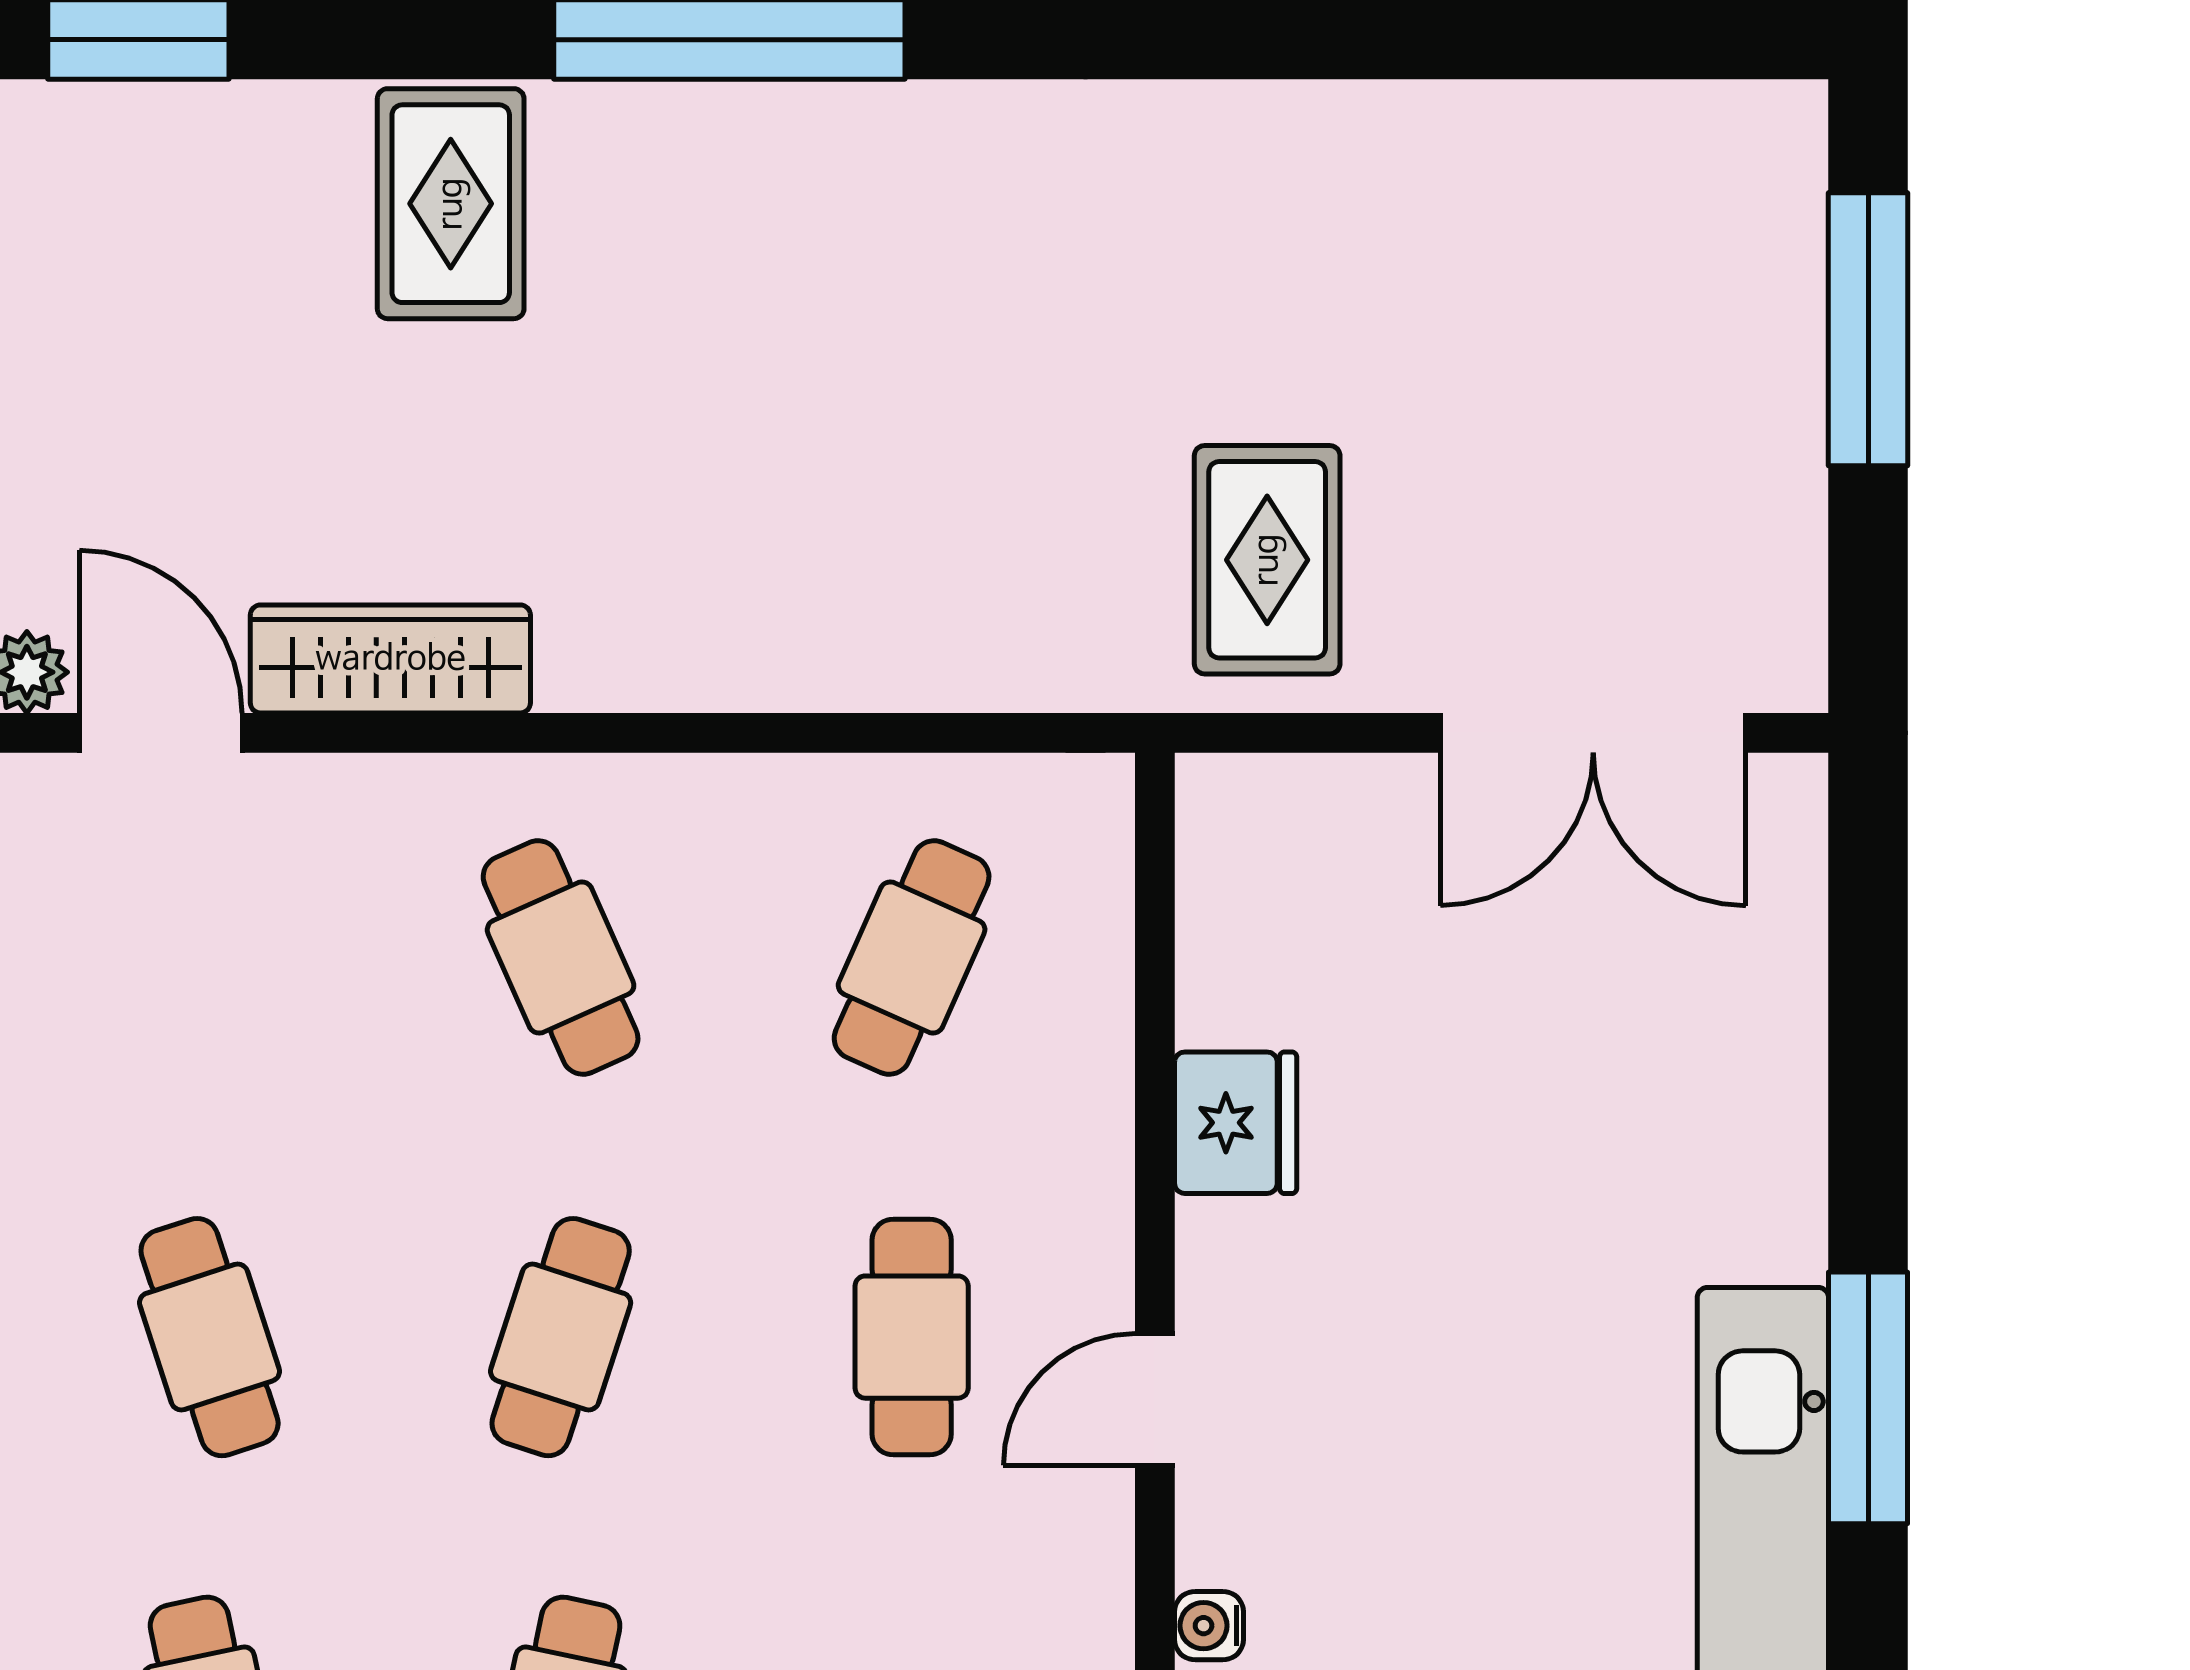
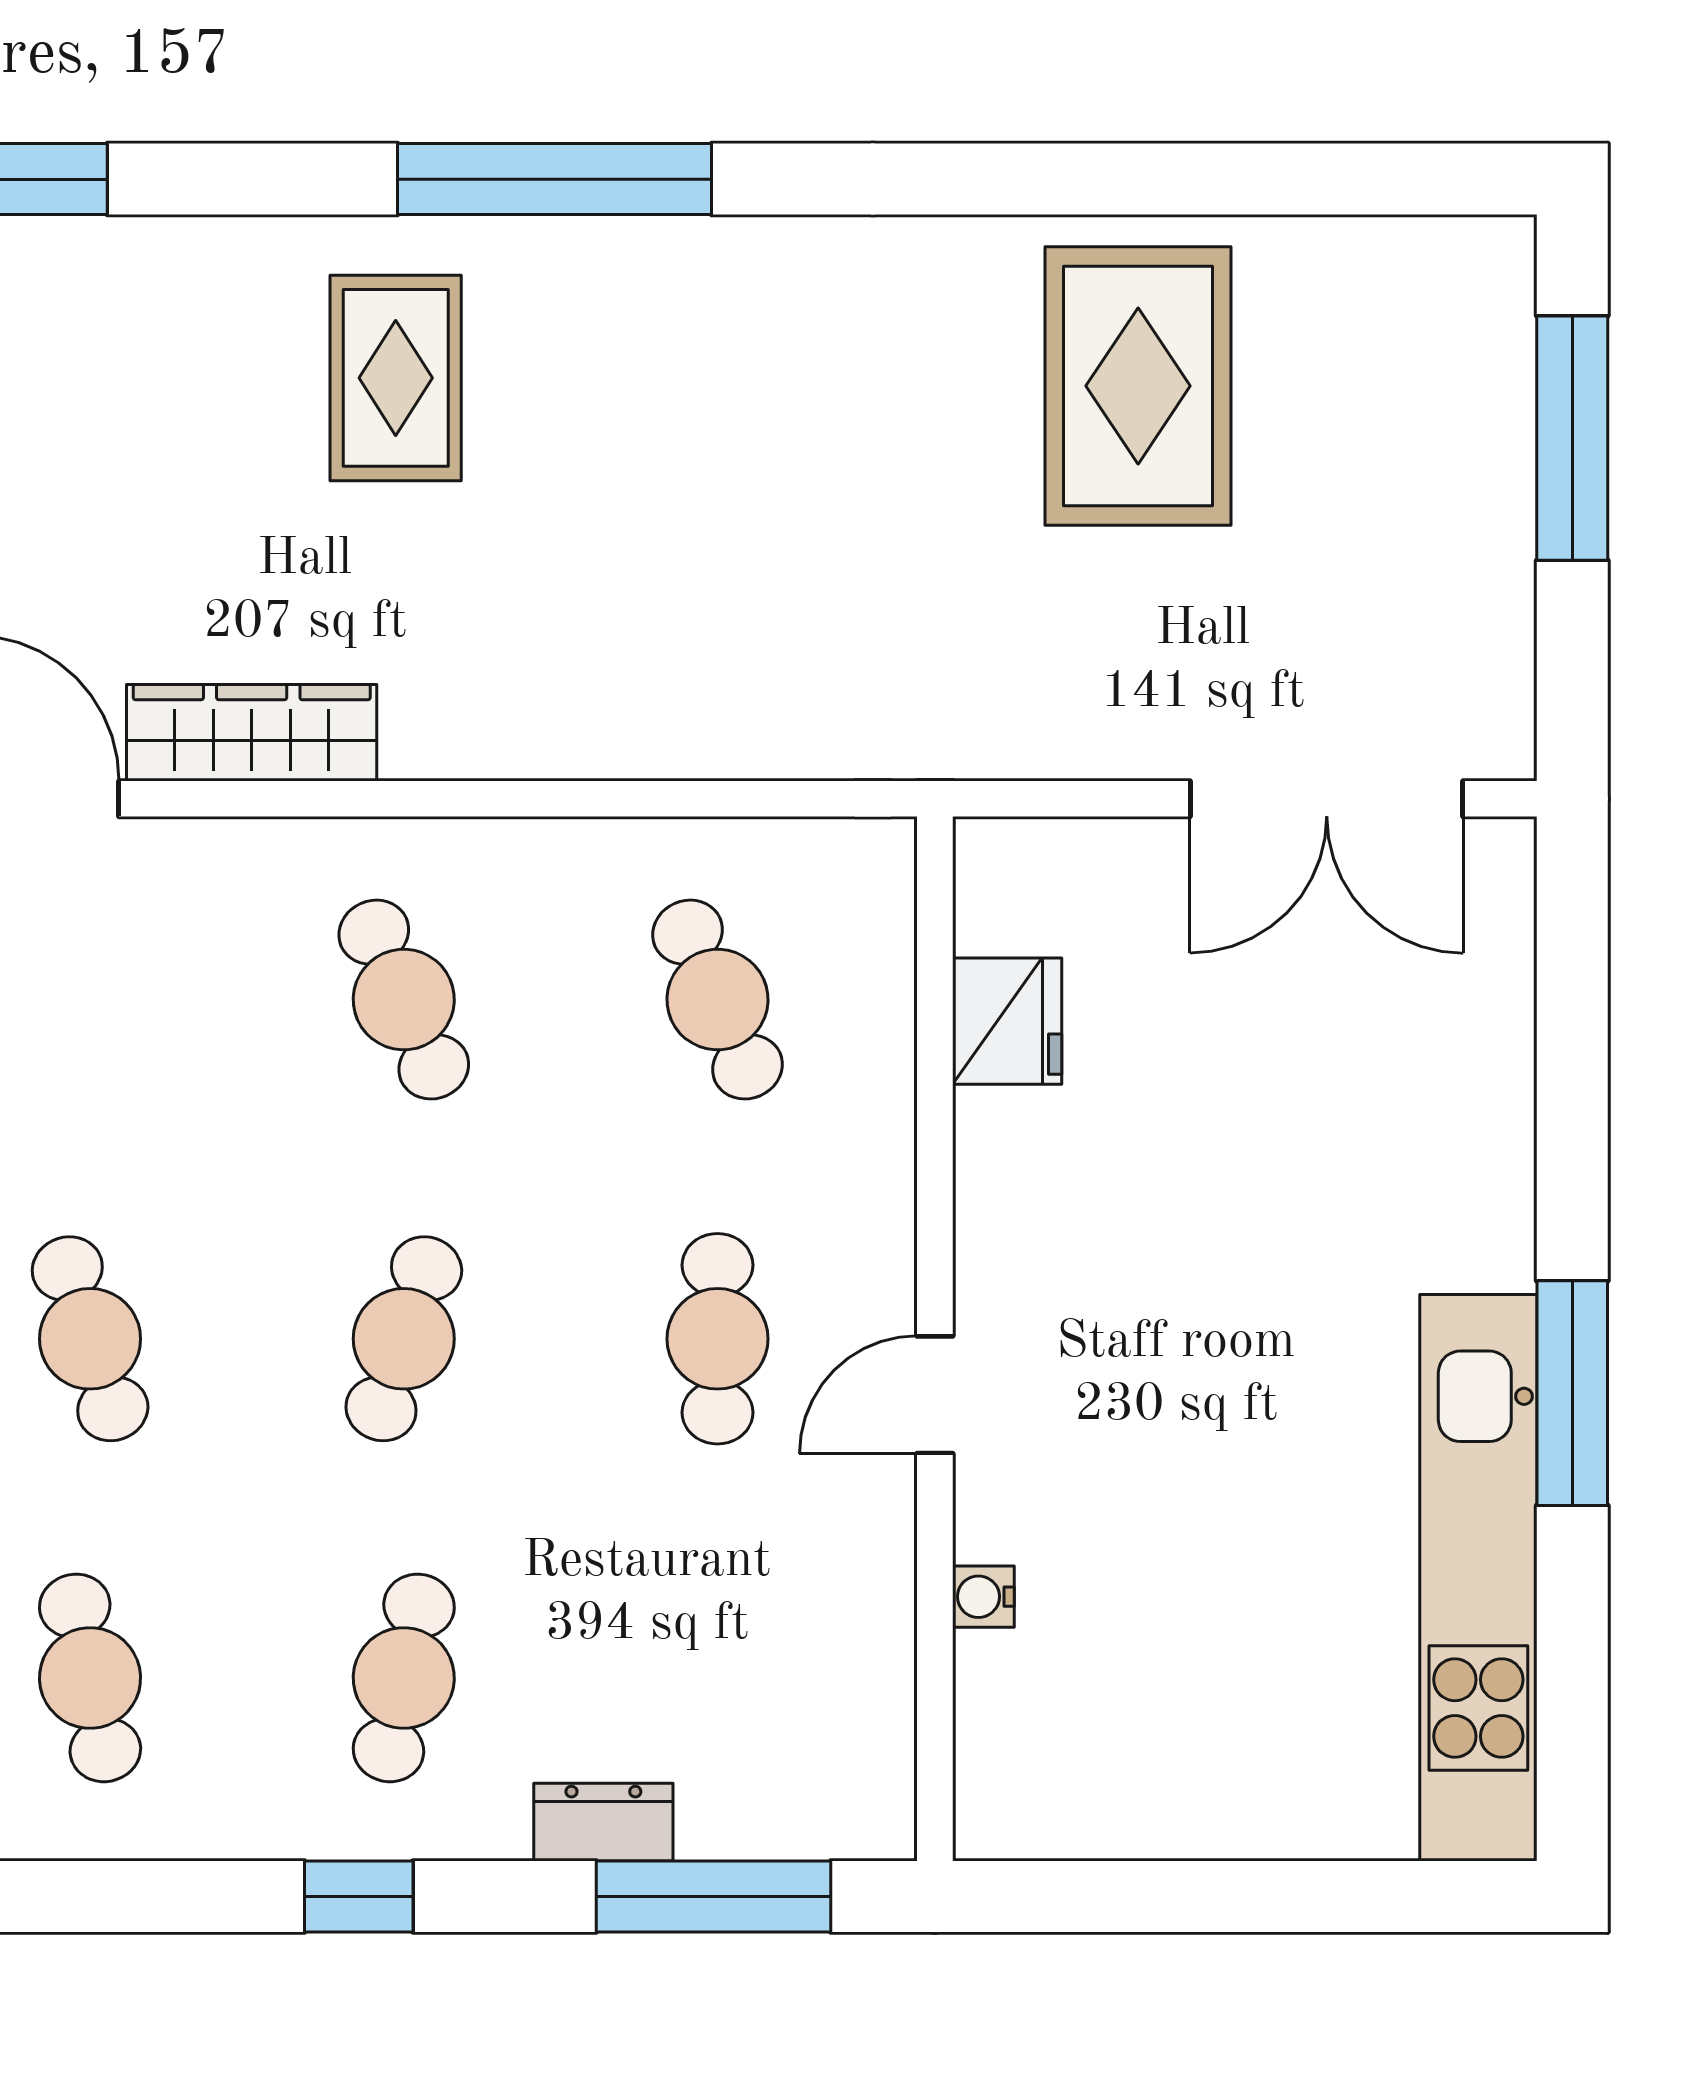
rug: (451, 204) -> (396, 378), moved
rug: (1267, 560) -> (1138, 386), moved, width x1.36, depth x1.43
cafe table: (912, 958) -> (717, 1000), turned -48
fridge: (1236, 1123) -> (1007, 1021), moved

